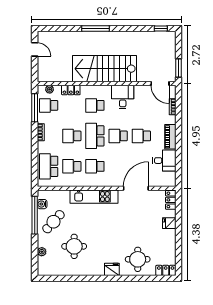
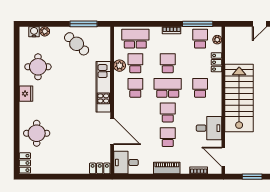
window: (178, 68) -> (252, 177), moved
door: (160, 84) -> (223, 157), hinge flipped
desk: (123, 97) -> (209, 128), moved
desk: (164, 161) -> (126, 162), moved, turned 90
plant: (74, 181) -> (120, 66), added
water cooler: (42, 204) -> (34, 32), moved
window: (35, 215) -> (84, 24), width x0.68
fridge: (169, 223) -> (75, 167), removed
round table: (74, 246) -> (38, 67), moved
fridge: (112, 269) -> (26, 94), moved

